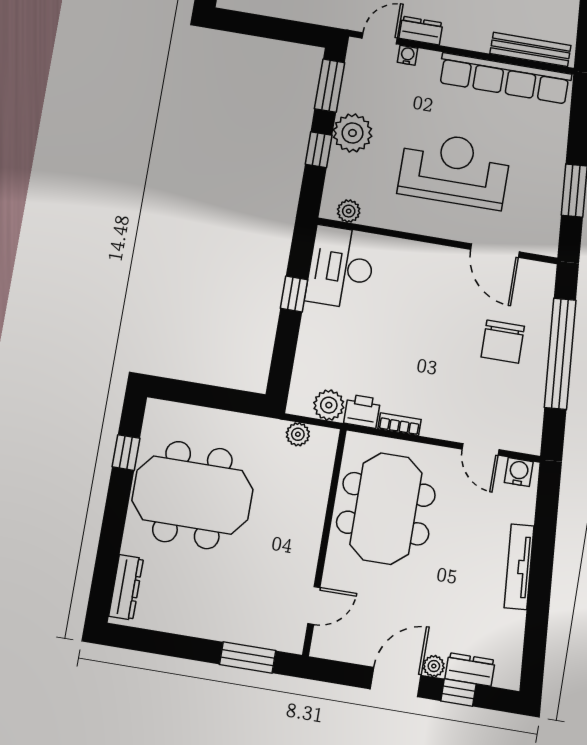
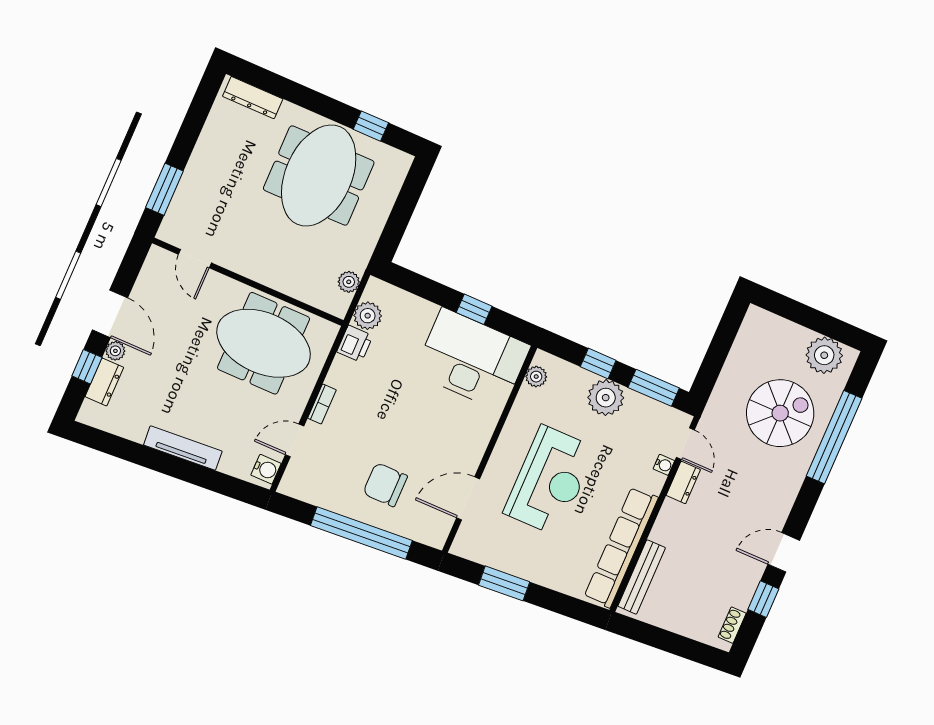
desk: (341, 267) -> (472, 359), width x1.36, depth x1.30
bookcase: (399, 424) -> (322, 404), moved

